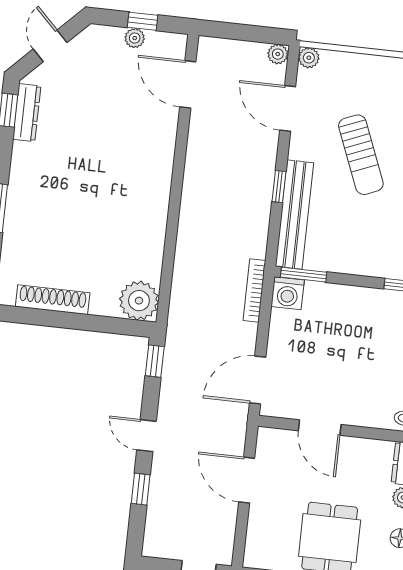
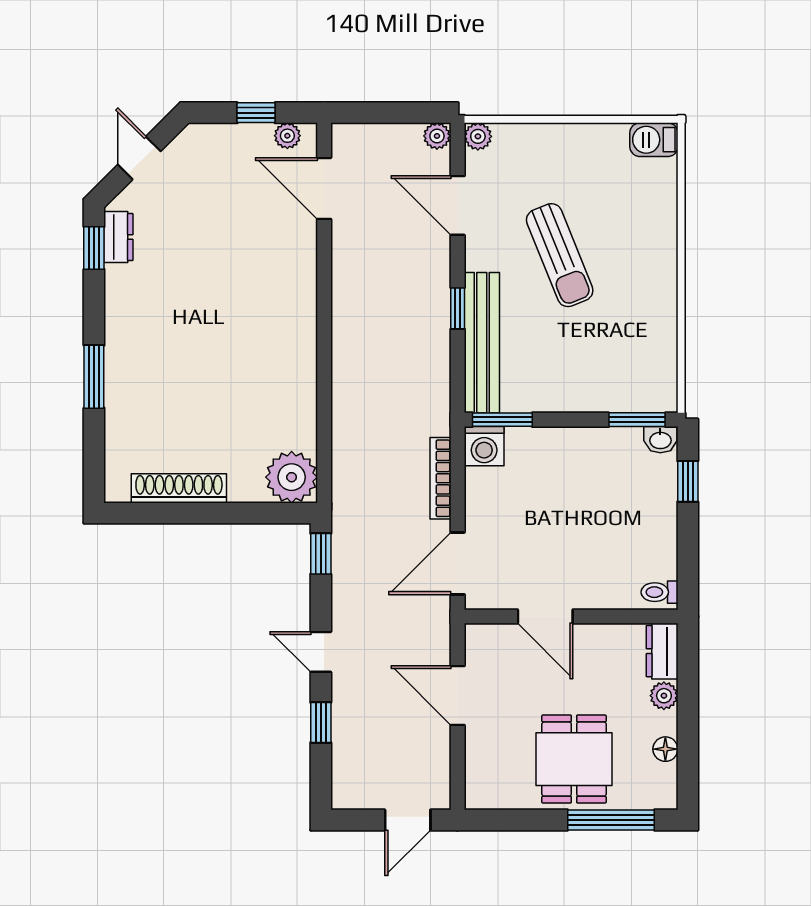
plant: (135, 38) -> (287, 136), moved
dresser: (27, 113) -> (118, 237), width x0.70
bookcase: (254, 290) -> (440, 478), moved

